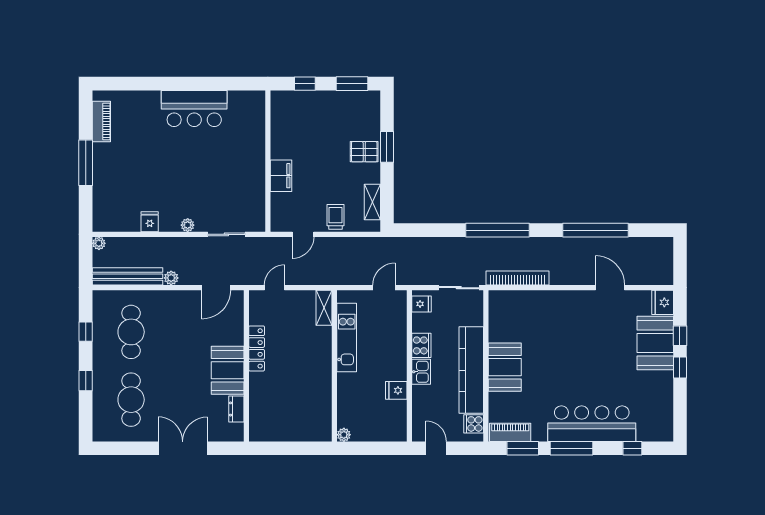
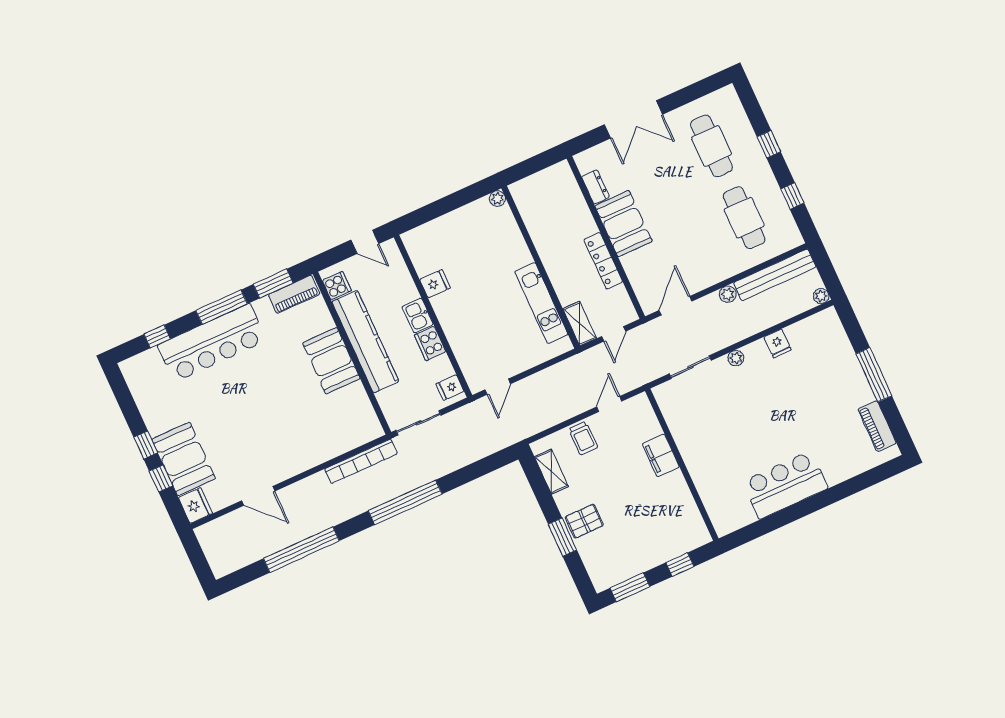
shelving: (324, 308) -> (580, 324), moved
kitchen unit: (347, 337) -> (541, 303), moved
wall: (334, 366) -> (541, 267), moved
plant: (344, 435) -> (497, 199), moved

